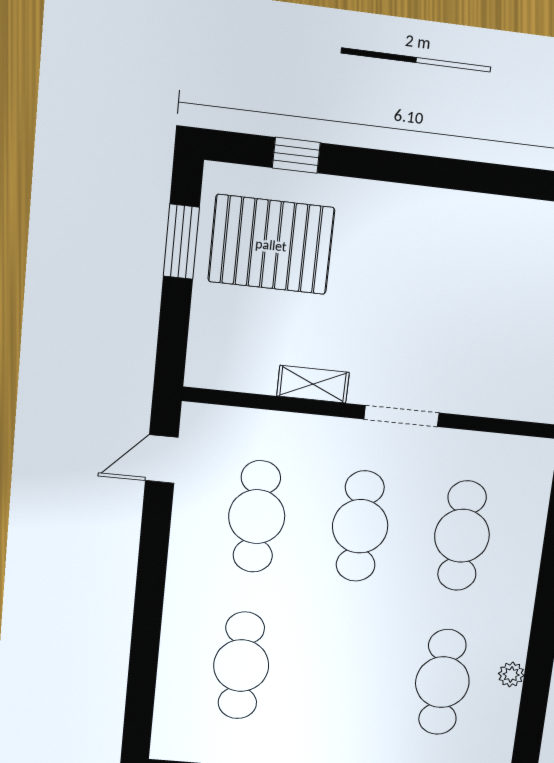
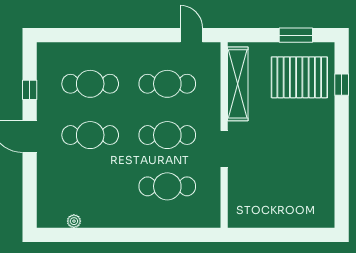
pallet: (271, 245) -> (299, 77), turned 90
shelving: (313, 384) -> (238, 84), width x2.20, depth x1.33
plant: (511, 674) -> (74, 221), moved
cafe table: (442, 682) -> (90, 135), moved

